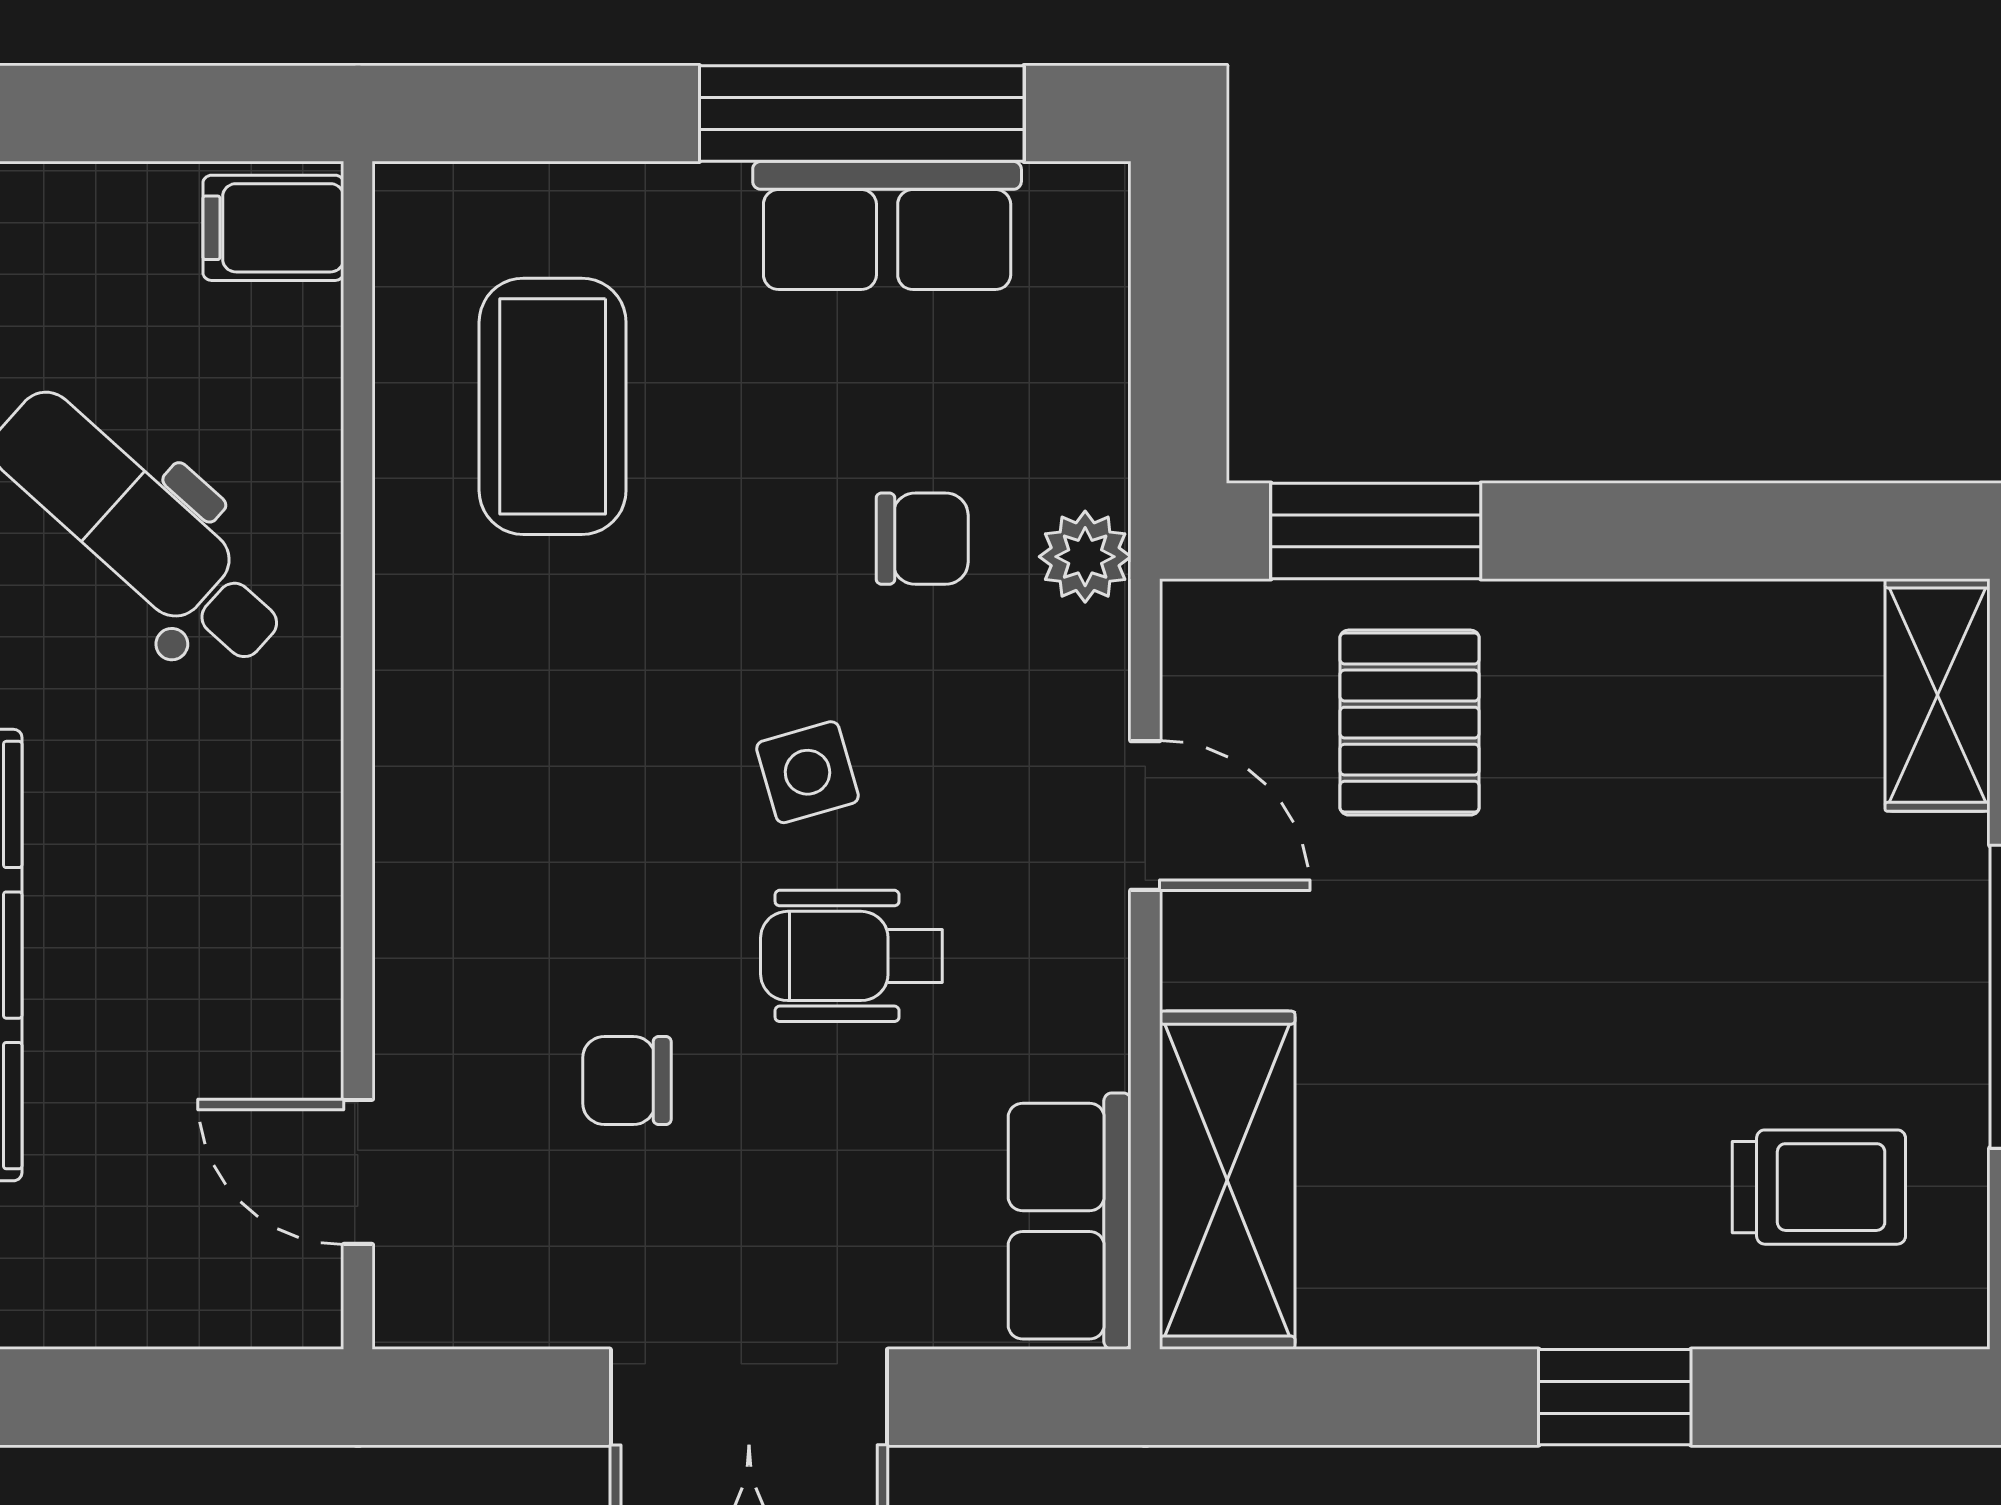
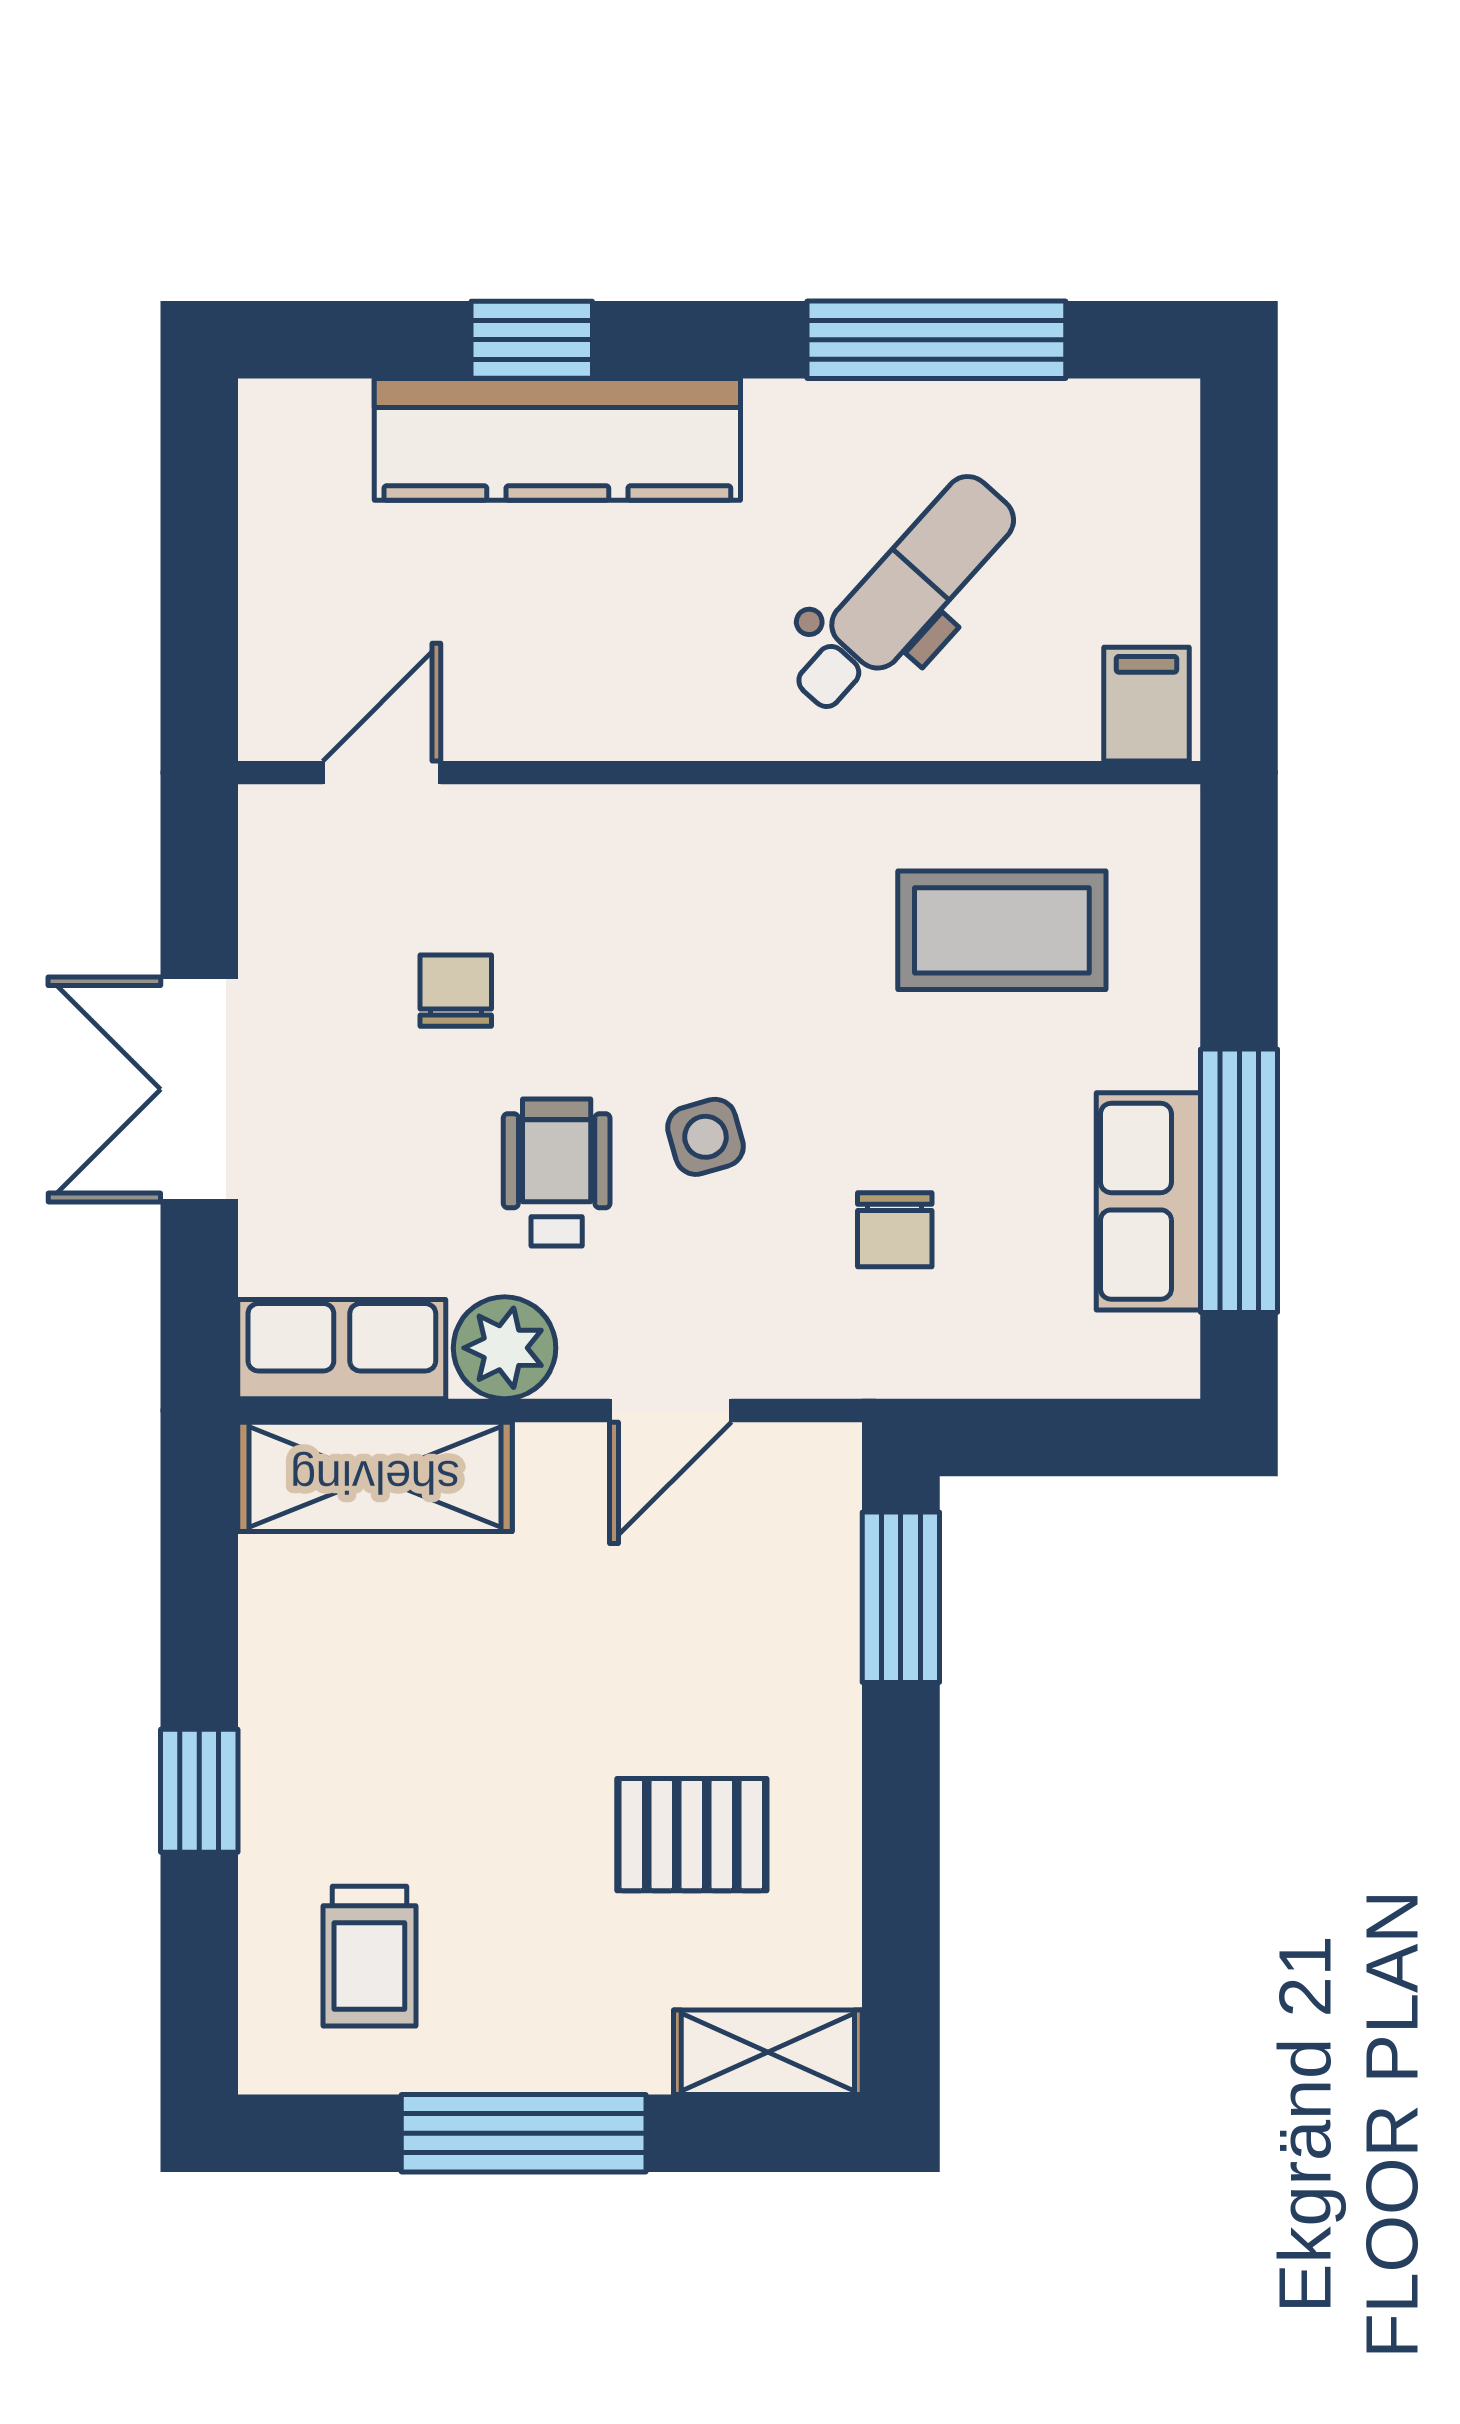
plant: (1085, 557) -> (505, 1348), moved, width x1.38, depth x1.38
pallet: (1410, 723) -> (692, 1835), moved

